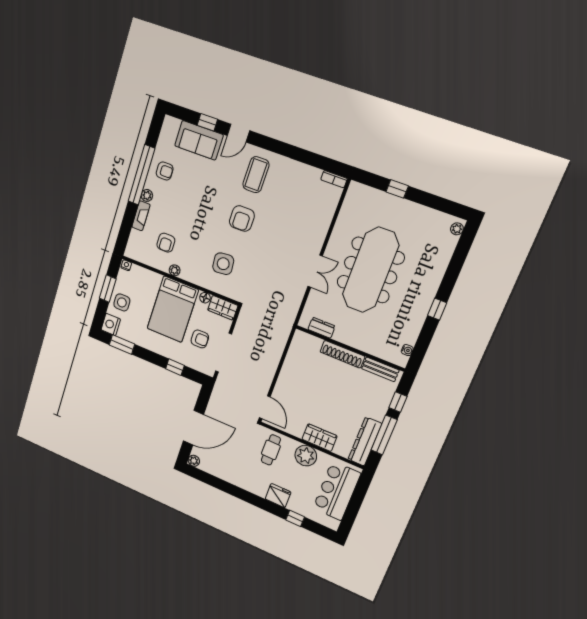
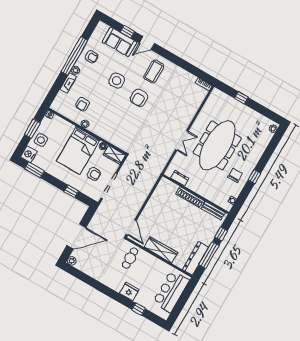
side table: (223, 264) -> (117, 81), moved
chair: (406, 312) -> (235, 175), added
wardrobe: (319, 438) -> (161, 250), width x1.50
plant: (306, 456) -> (154, 264), removed

